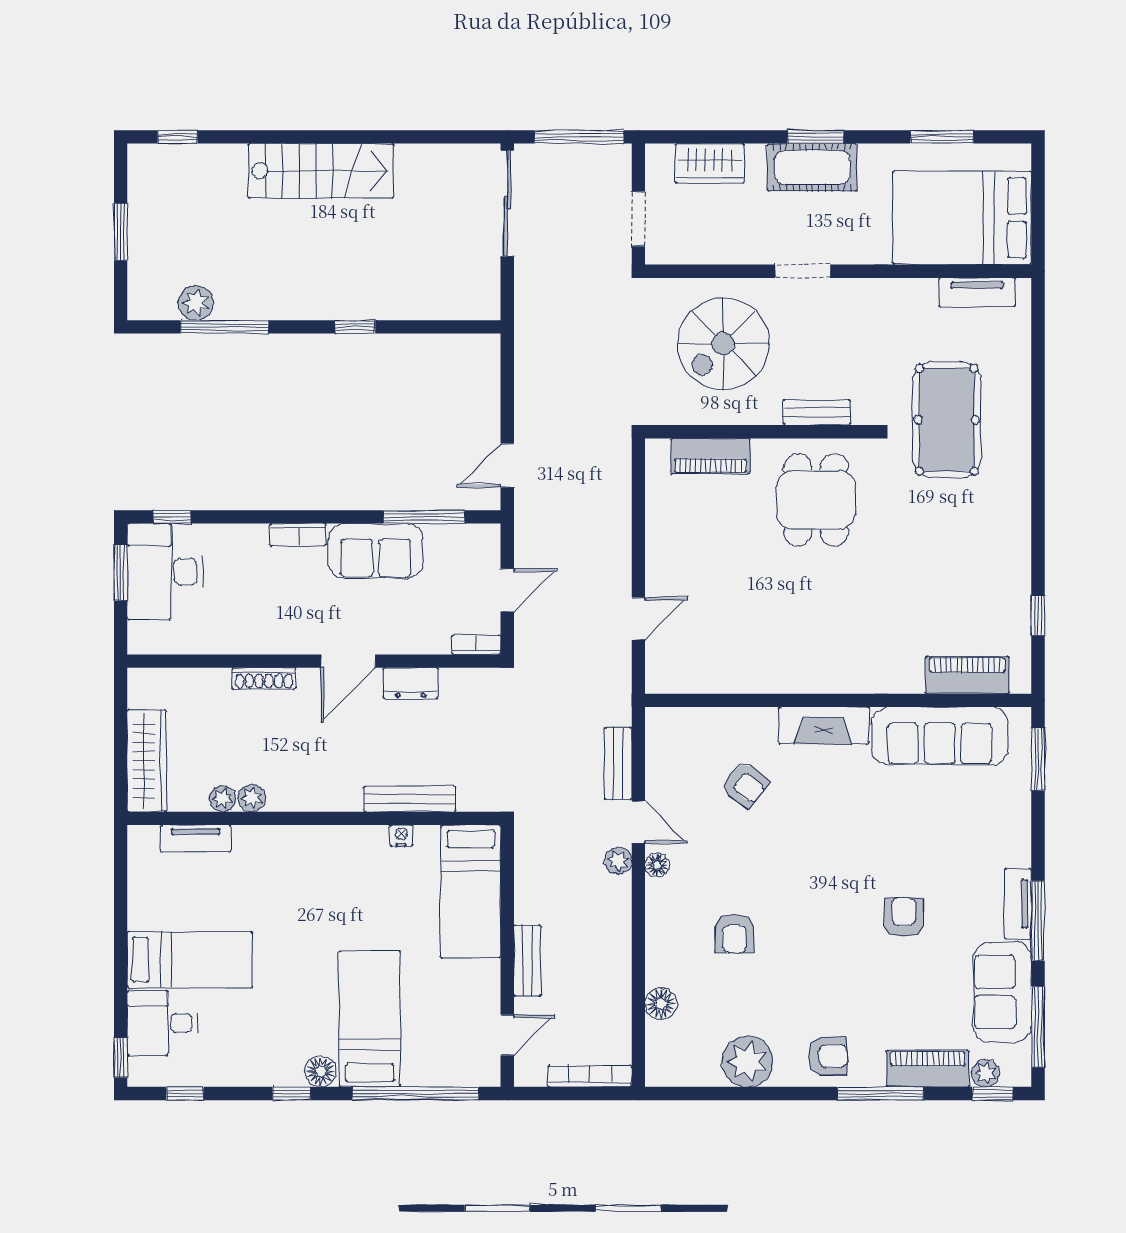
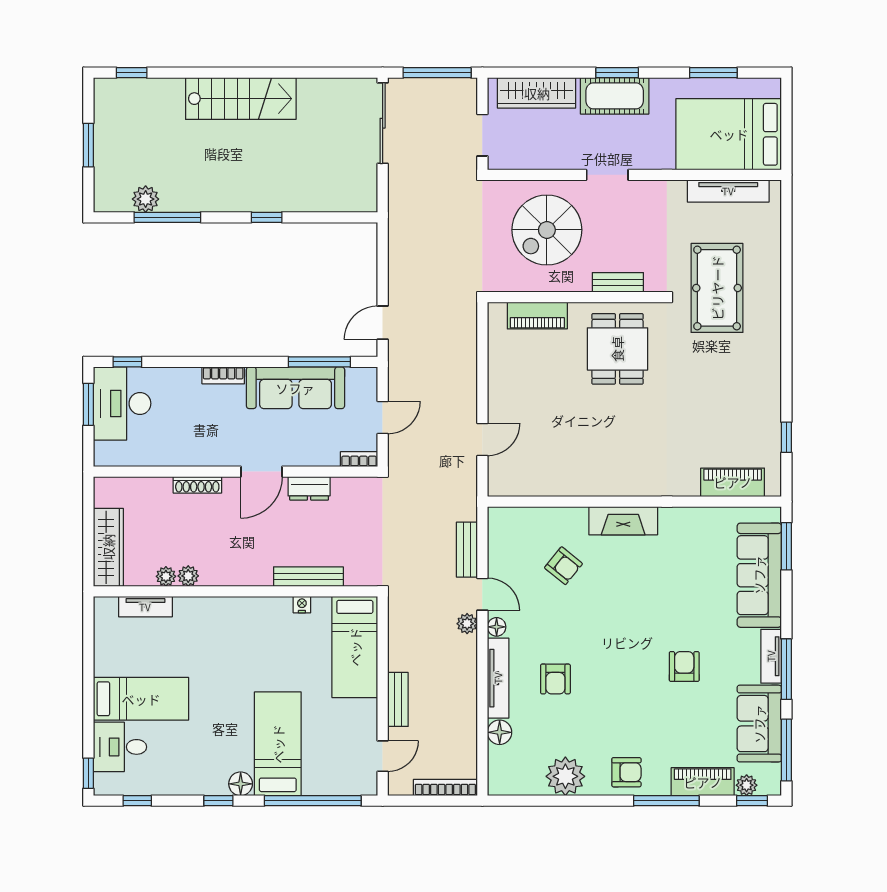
wardrobe: (710, 163) -> (537, 93), width x1.50
tv unit: (977, 292) -> (728, 191), width x1.41
sofa: (376, 551) -> (295, 388), width x1.36
sofa: (940, 736) -> (759, 575), moved, turned 90
tv unit: (659, 932) -> (498, 678), added

